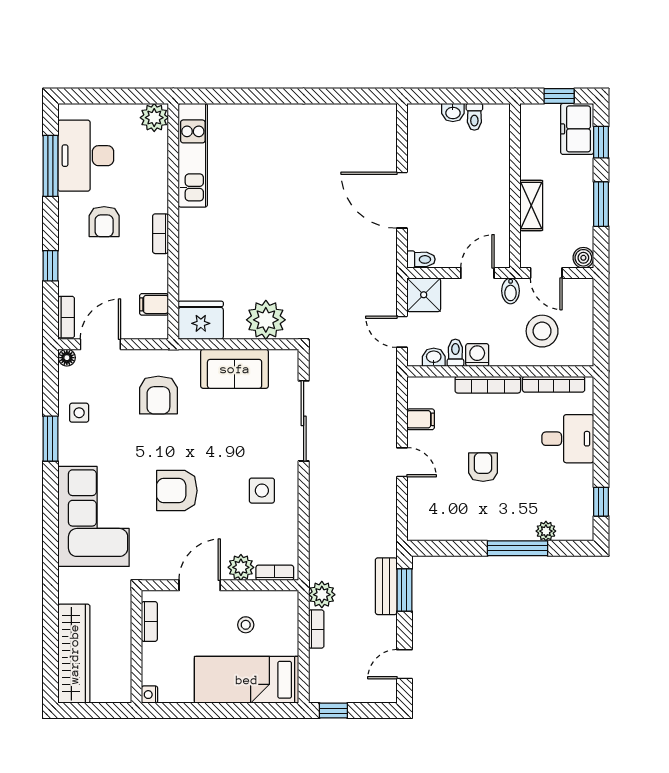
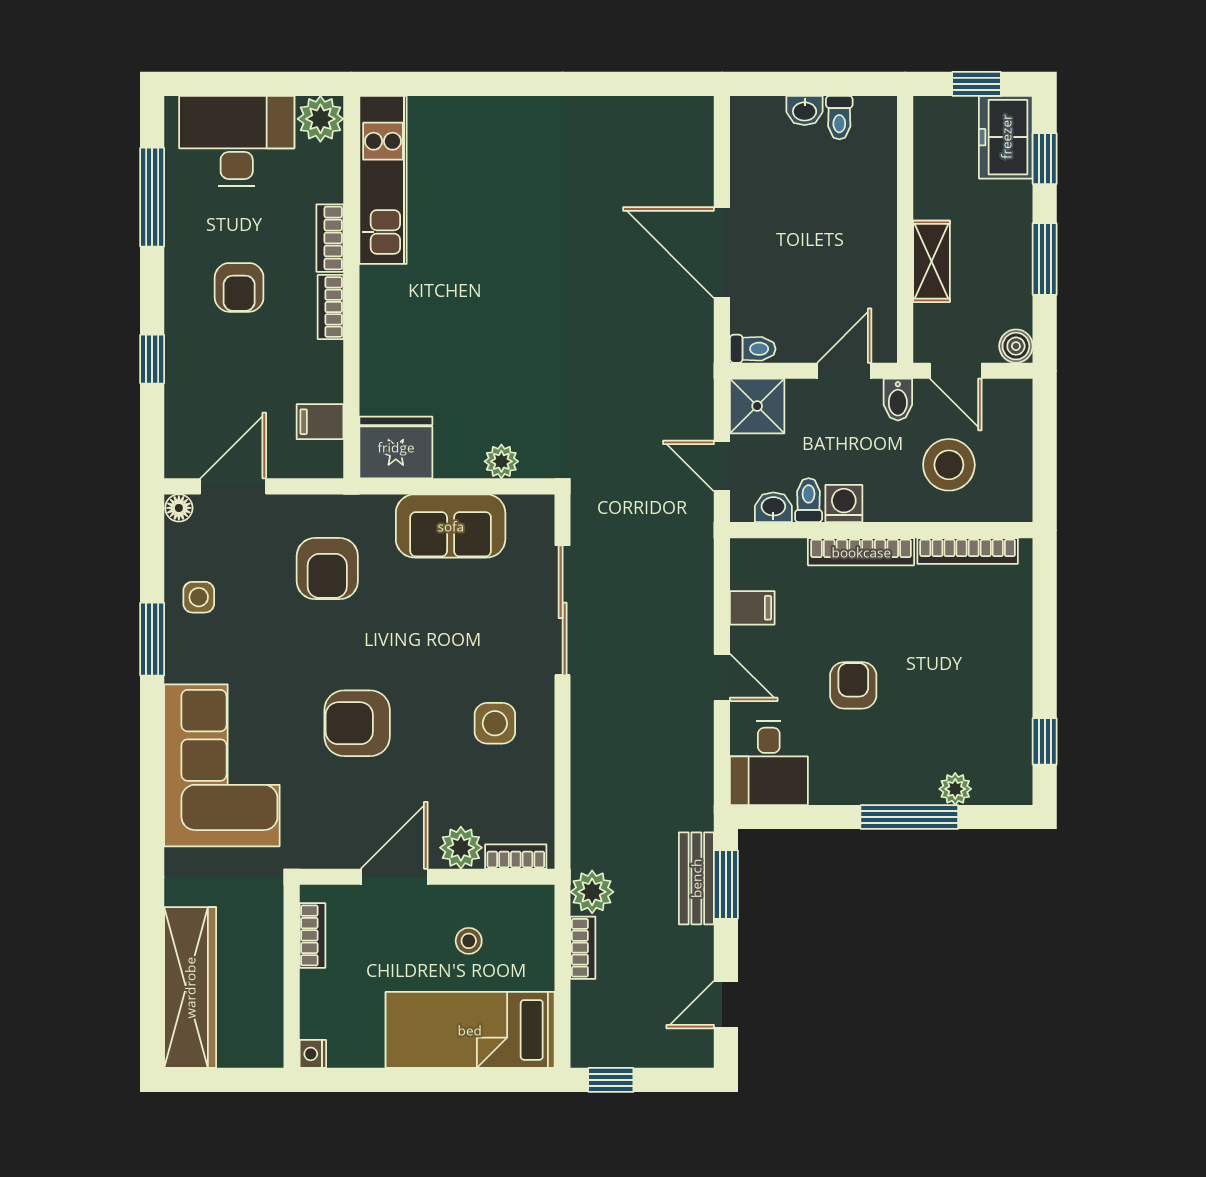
desk: (86, 156) -> (237, 141), moved, turned 90
bookcase: (66, 317) -> (330, 238), moved, turned 180
plant: (266, 320) -> (501, 461), width x0.53, depth x0.53
desk: (568, 439) -> (769, 763), moved, turned 90

